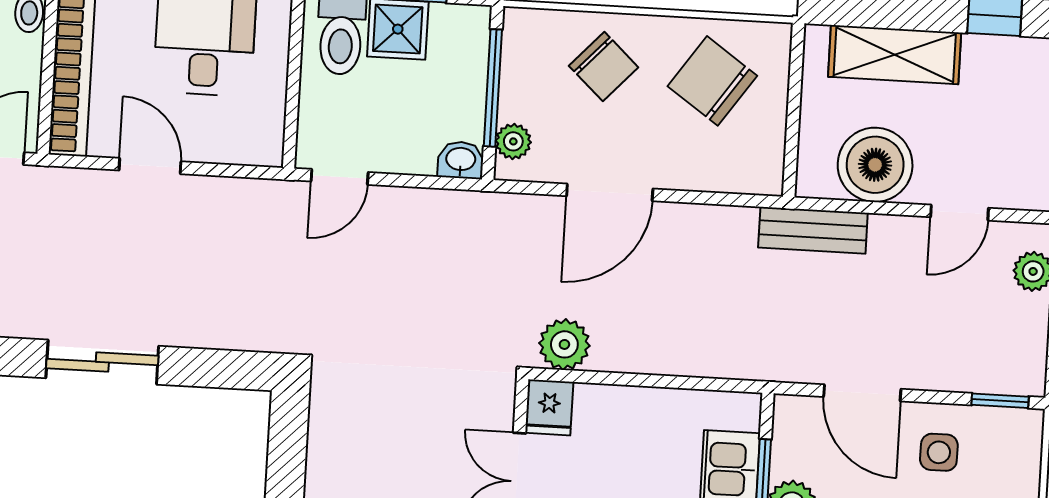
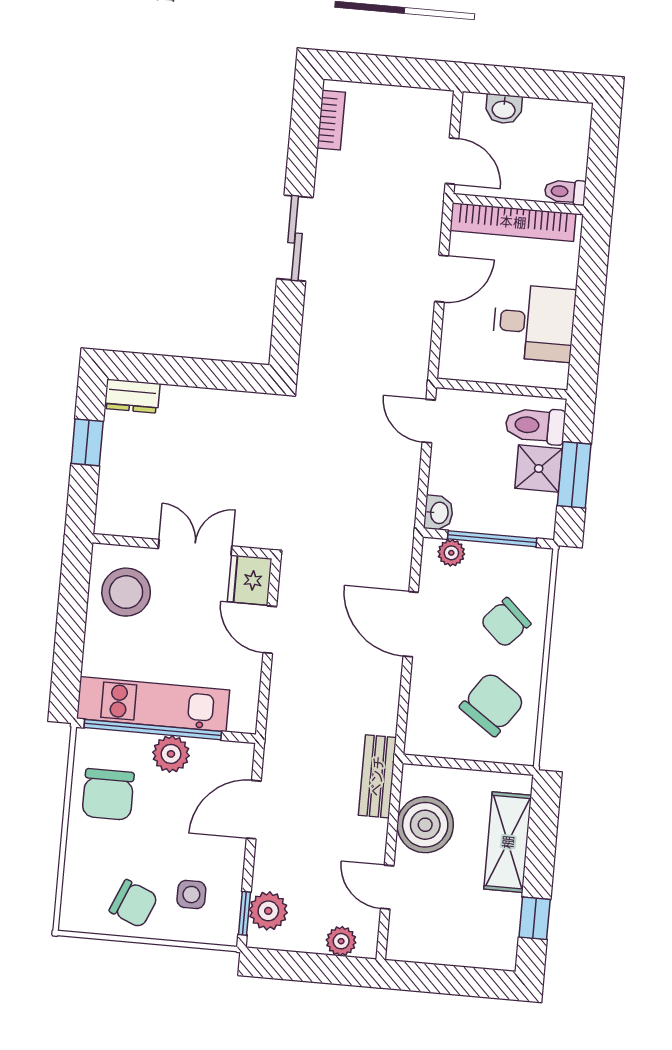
plant: (564, 344) -> (268, 911), moved
door: (623, 379) -> (270, 630), added
fridge: (549, 407) -> (250, 580), width x1.38
side table: (939, 452) -> (191, 895), moved

